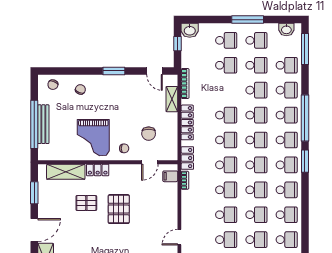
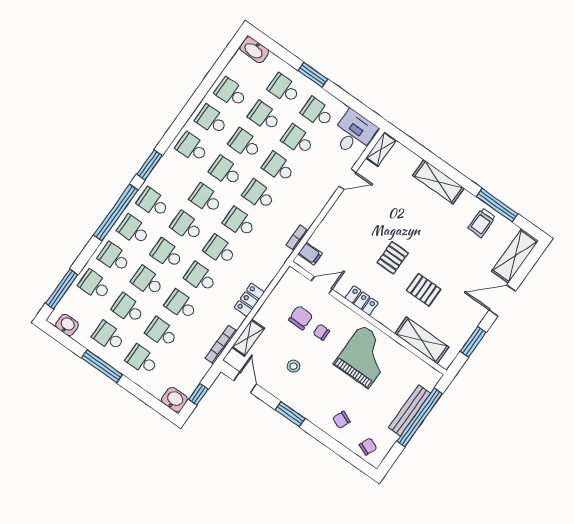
stool: (132, 101) -> (293, 366), added
locker: (187, 122) -> (249, 300), width x0.66
chair: (124, 148) -> (321, 332), moved
locker: (187, 158) -> (277, 260), removed
school desk: (287, 165) -> (181, 305), moved
locker: (98, 170) -> (362, 301), moved
pallet: (119, 209) -> (393, 258), width x0.67, depth x0.71

